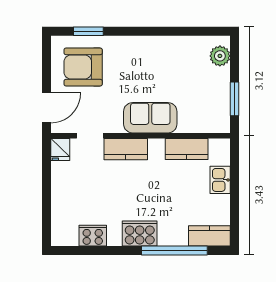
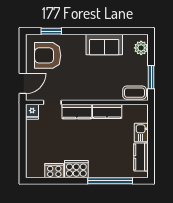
sofa: (150, 118) -> (104, 44), moved, turned 180
coffee table: (210, 121) -> (135, 93), added
kitchen counter: (187, 149) -> (107, 111), moved
cooker: (140, 234) -> (76, 169), moved
kitchen counter: (209, 236) -> (141, 157), moved, turned -90

